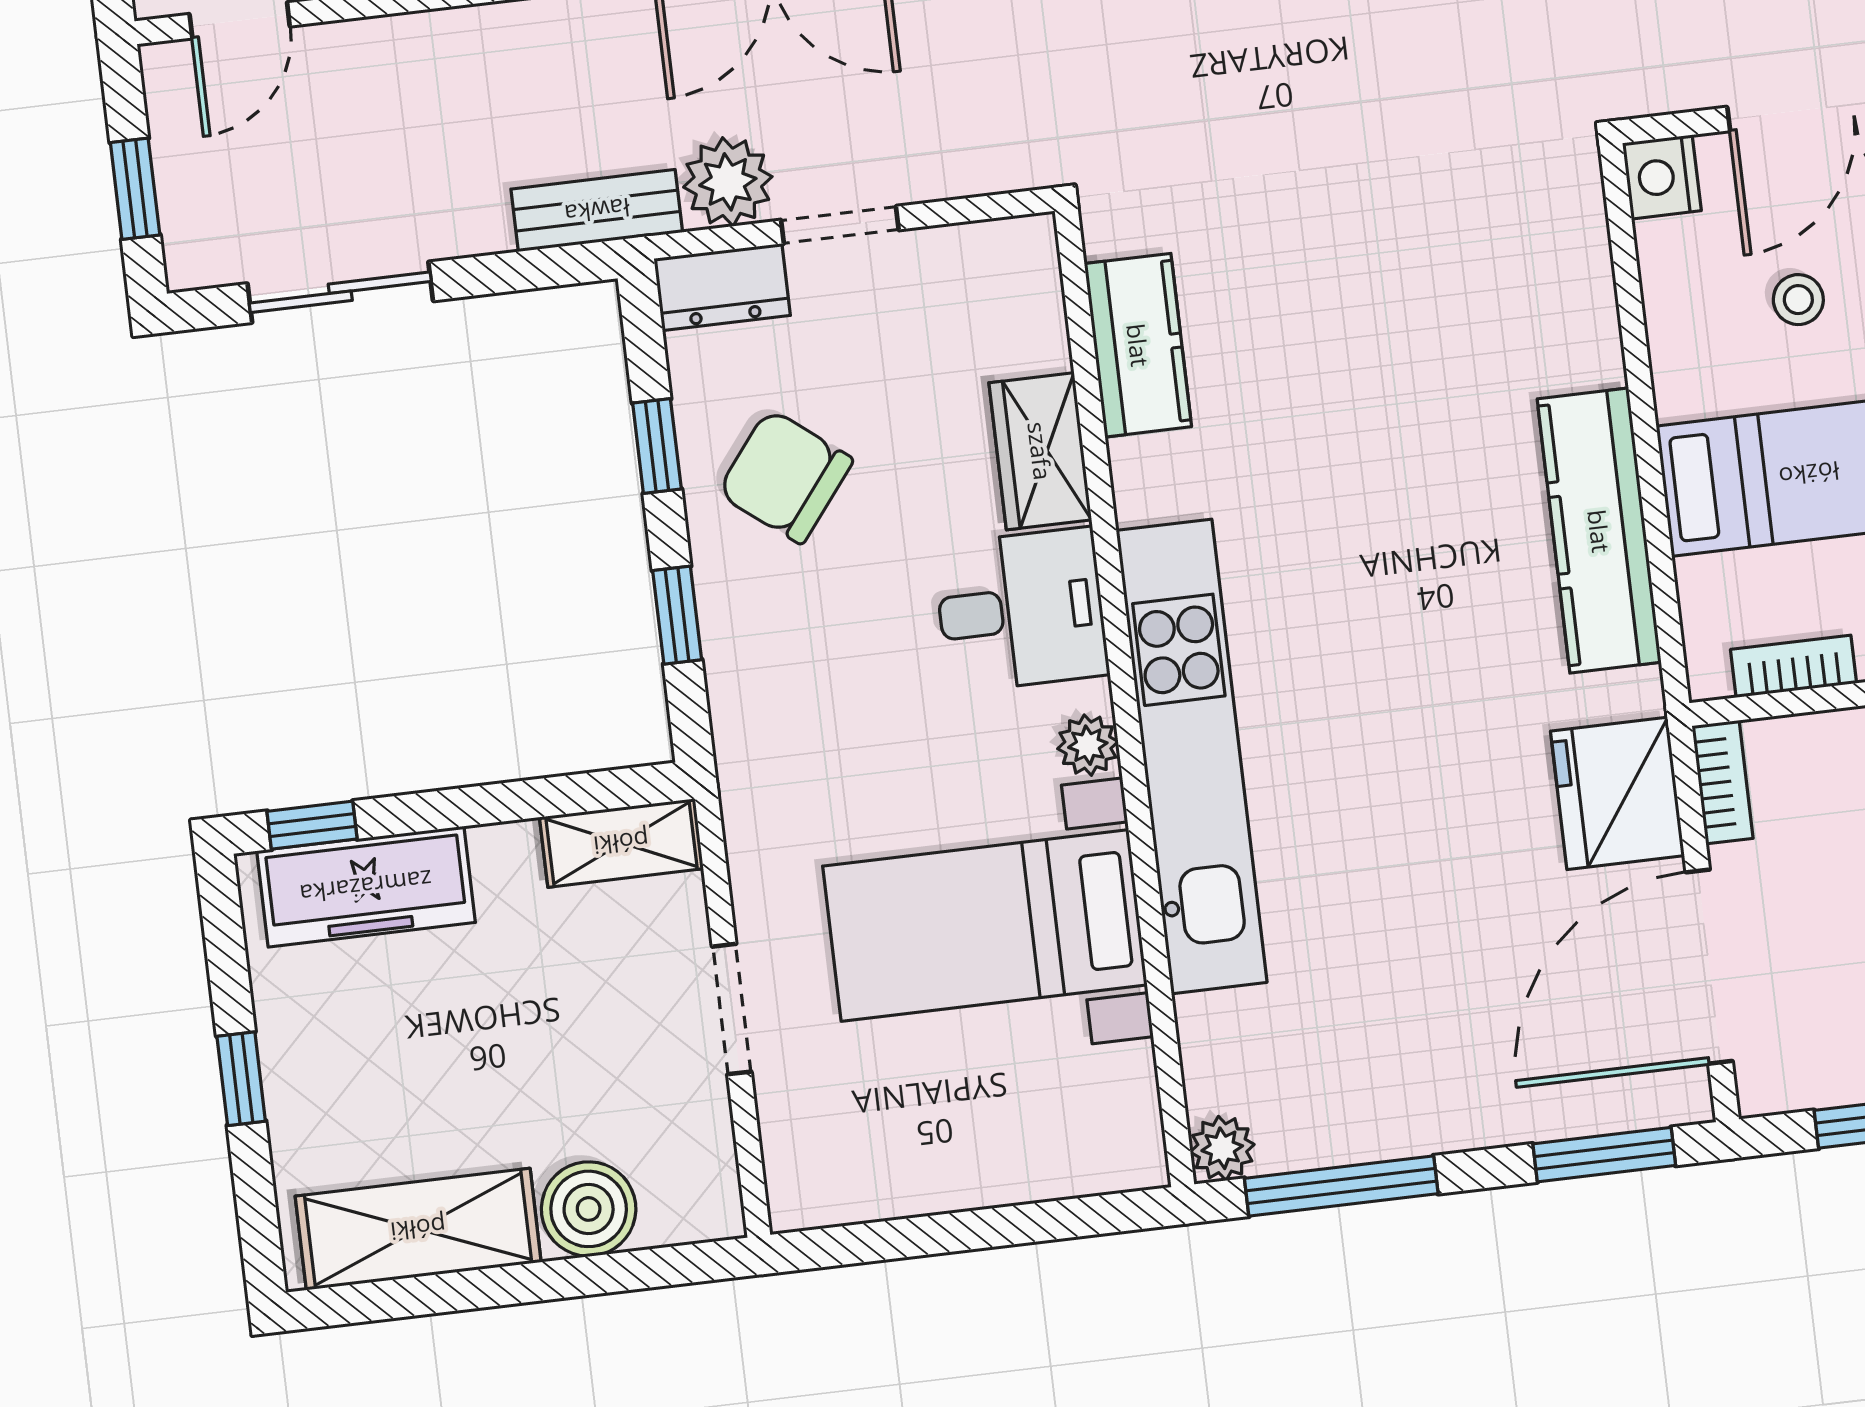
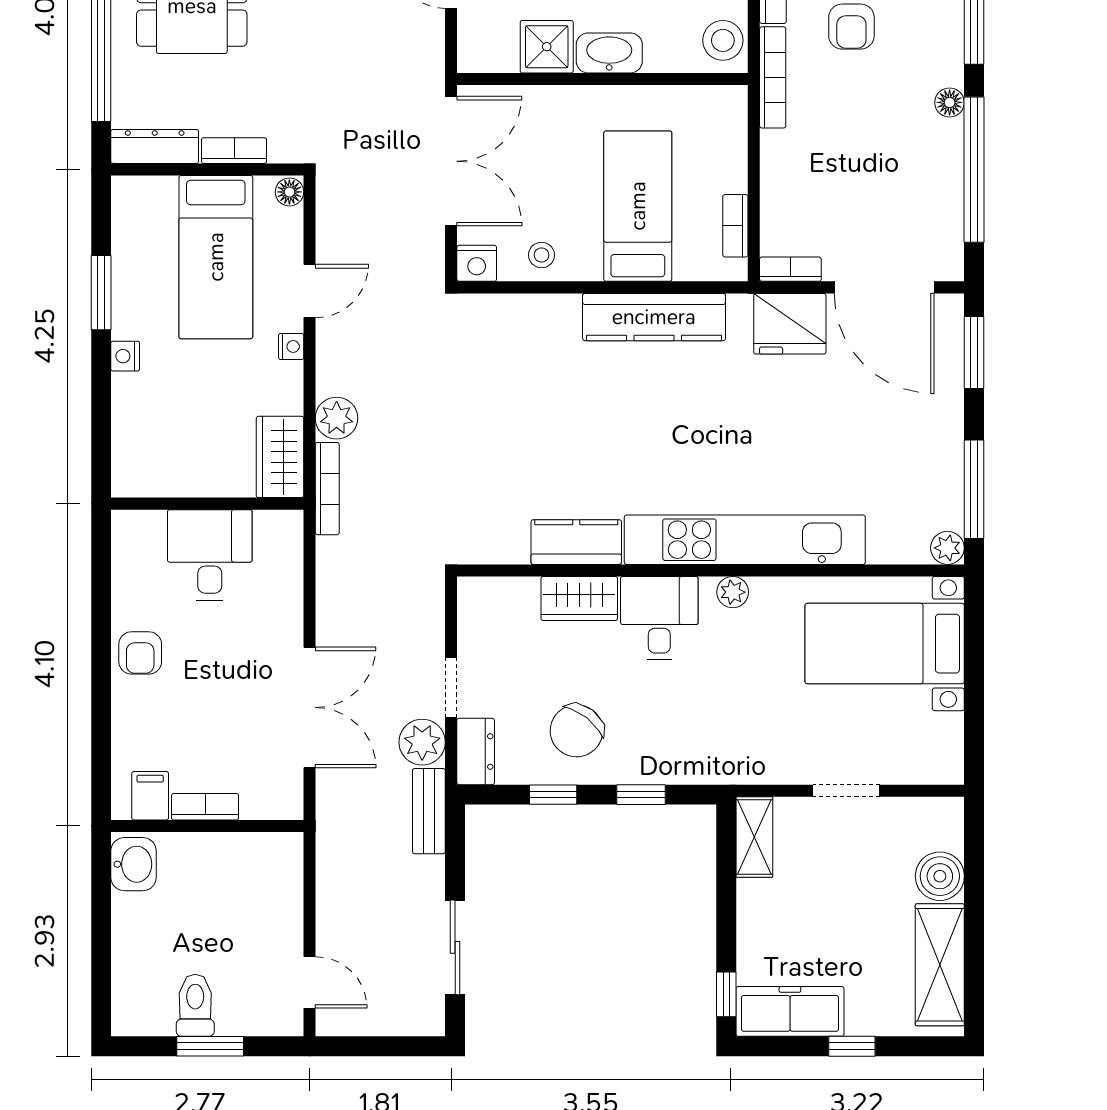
window: (135, 189) -> (389, 1046), removed
stool: (1798, 300) -> (541, 255), moved
kitchen counter: (1138, 345) -> (576, 542), moved
freezer: (366, 887) -> (790, 1011), moved, turned -90
bed with nightstands: (985, 925) -> (885, 644), moved, turned 90

